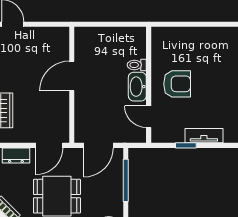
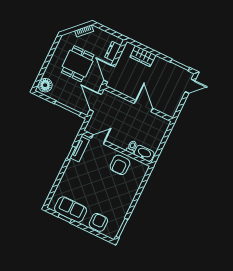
armchair: (177, 84) -> (120, 165), moved
washbasin: (137, 87) -> (144, 153), moved
tv unit: (204, 136) -> (80, 149), moved

